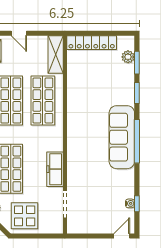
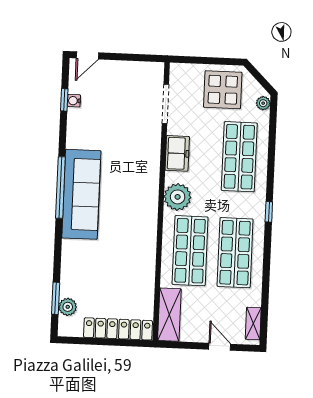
window: (137, 93) -> (57, 255), removed
plant: (53, 138) -> (178, 197), added
freezer: (55, 169) -> (177, 153), width x0.71

